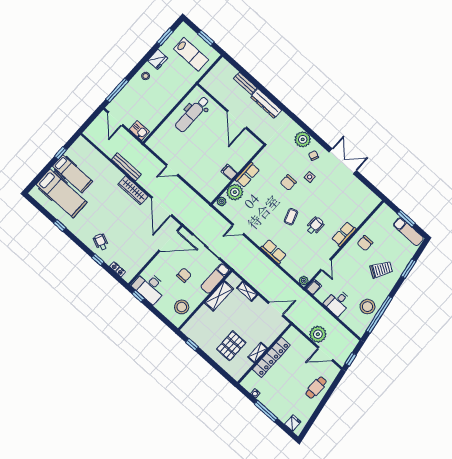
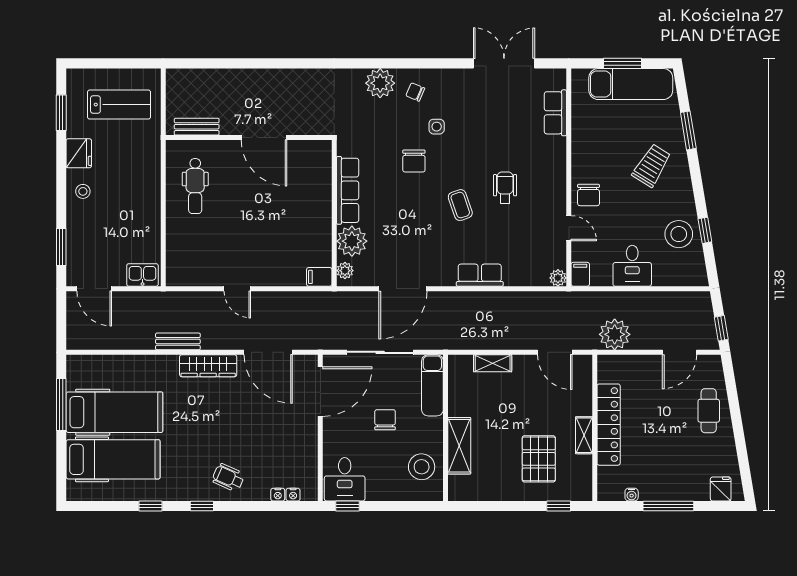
window: (206, 38) -> (119, 63), removed
bench: (245, 83) -> (197, 127), moved
window: (117, 90) -> (61, 247), width x0.69
dresser: (266, 104) -> (285, 79), removed
dental chair: (192, 114) -> (195, 186), width x0.73, depth x0.72
window: (61, 153) -> (61, 405), width x2.17
double door: (343, 161) -> (504, 63), moved
bench: (126, 167) -> (178, 341), width x0.73
door: (172, 170) -> (237, 289), hinge flipped
filing cabinet: (229, 172) -> (319, 277), moved
hospital bed: (72, 174) -> (114, 412), width x1.37, depth x1.29
row of seats: (247, 175) -> (348, 190), width x1.48
door: (238, 229) -> (403, 289), width x1.87
exam couch: (408, 232) -> (631, 84), width x1.36, depth x1.45
row of seats: (344, 234) -> (555, 113), moved
chair: (365, 243) -> (589, 195), moved
window: (98, 260) -> (202, 506), moved
desk: (150, 287) -> (345, 479), width x0.73
shelving: (219, 296) -> (459, 446), moved
door: (276, 309) -> (555, 352), swing flipped
window: (379, 314) -> (705, 230), width x0.32
plant: (318, 334) -> (615, 334), moved
window: (192, 345) -> (559, 506), moved

